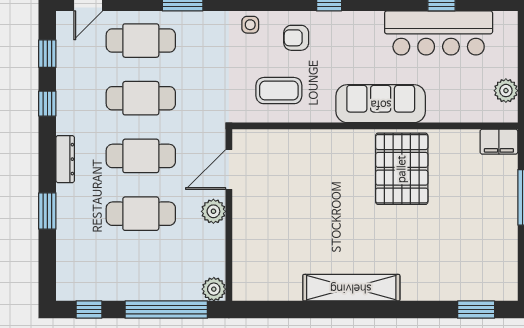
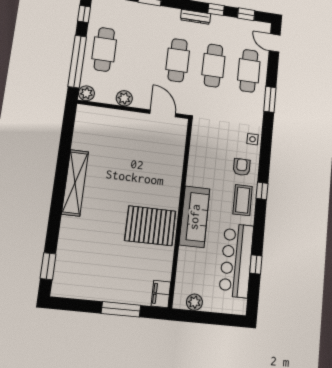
coffee table: (279, 91) -> (243, 200), moved
dresser: (65, 159) -> (196, 17), moved
plant: (213, 211) -> (124, 98), moved
cafe table: (141, 214) -> (104, 49), moved

